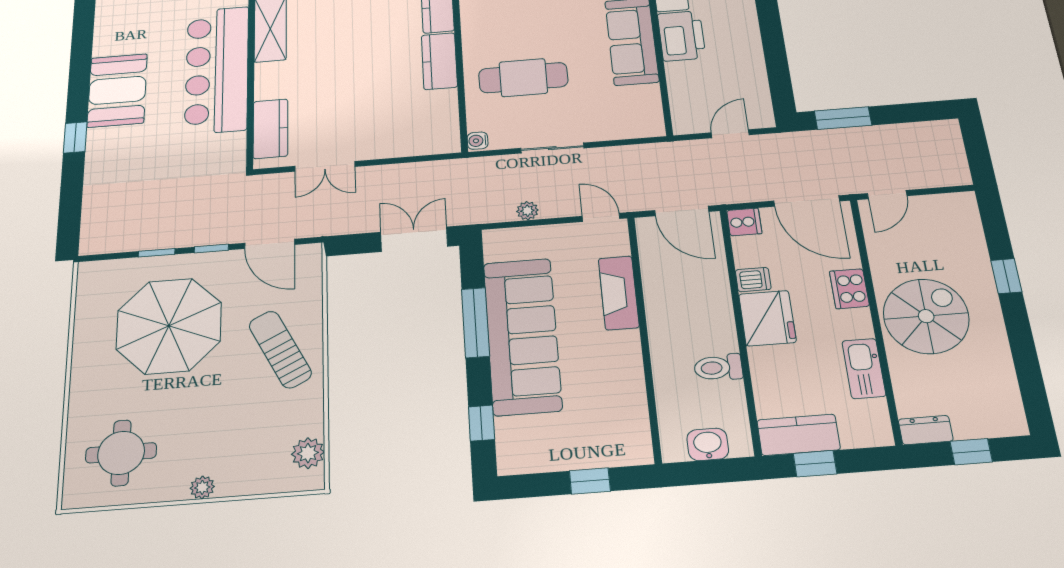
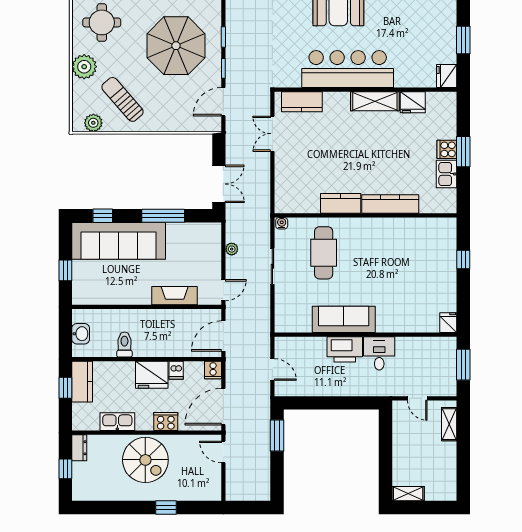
sofa: (522, 336) -> (119, 241), moved
sun lounger: (280, 349) -> (123, 99), moved, turned -104
plant: (202, 487) -> (84, 67), width x1.88, depth x1.88

